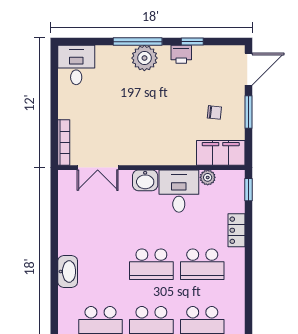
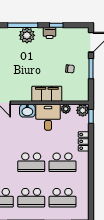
filing cabinet: (221, 153) -> (47, 94), moved
plant: (235, 180) -> (83, 110), added

